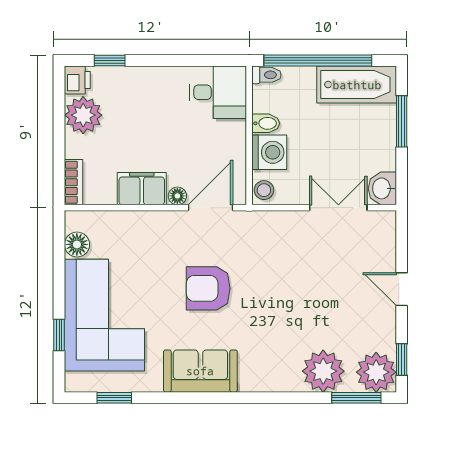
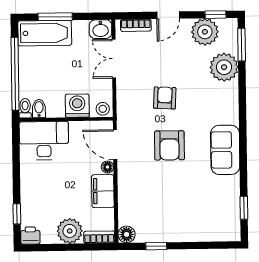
bathtub: (357, 85) -> (45, 33), moved, turned 90
desk: (218, 92) -> (44, 141), width x1.37
plant: (83, 115) -> (70, 231), moved
bidet: (266, 123) -> (39, 109), moved
bookcase: (387, 241) -> (136, 25), added
floor lamp: (77, 244) -> (127, 234), moved
armchair: (279, 282) -> (165, 98), added
corner sofa: (104, 315) -> (188, 215), removed
window: (59, 335) -> (156, 246), moved
plant: (376, 372) -> (205, 32), moved

